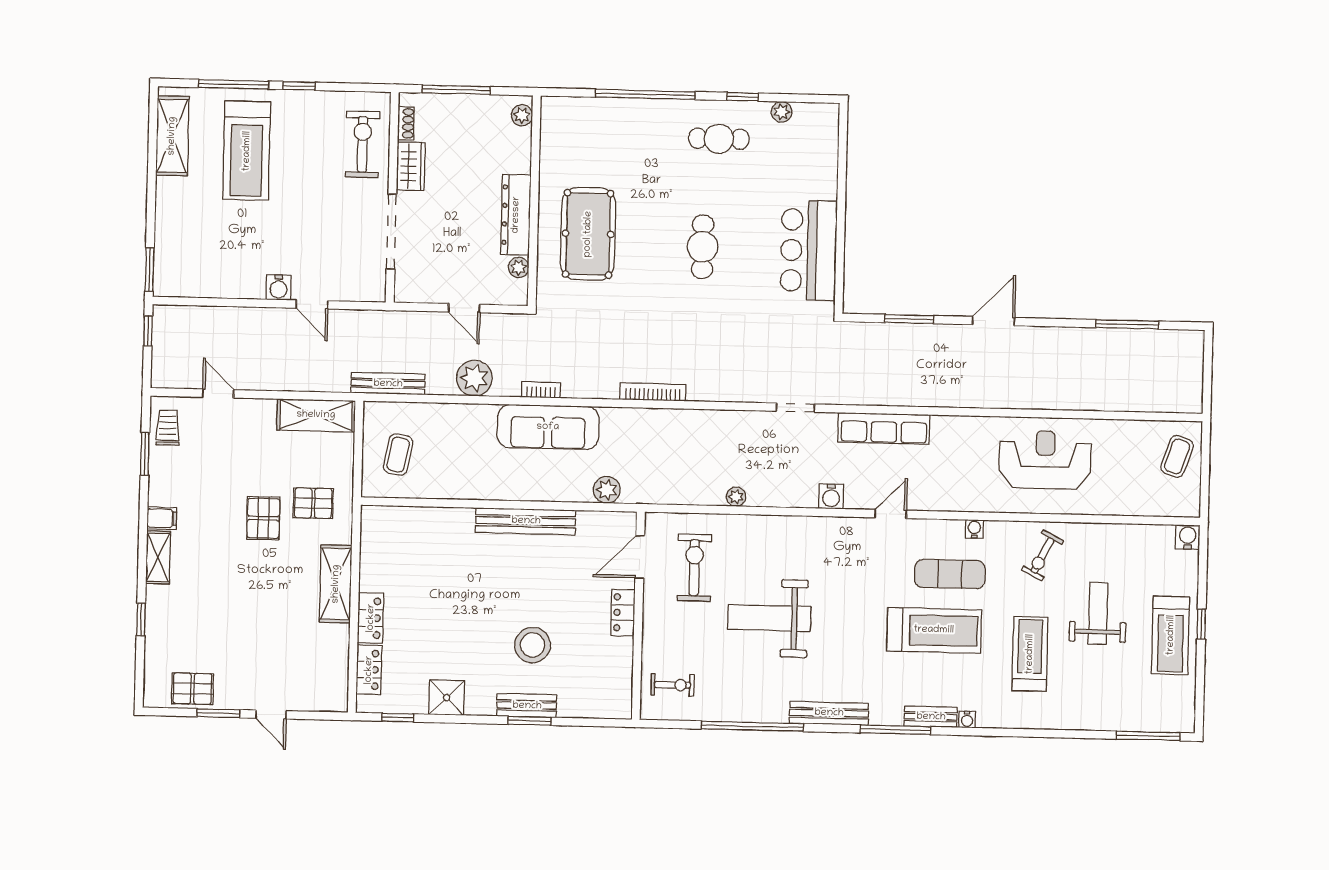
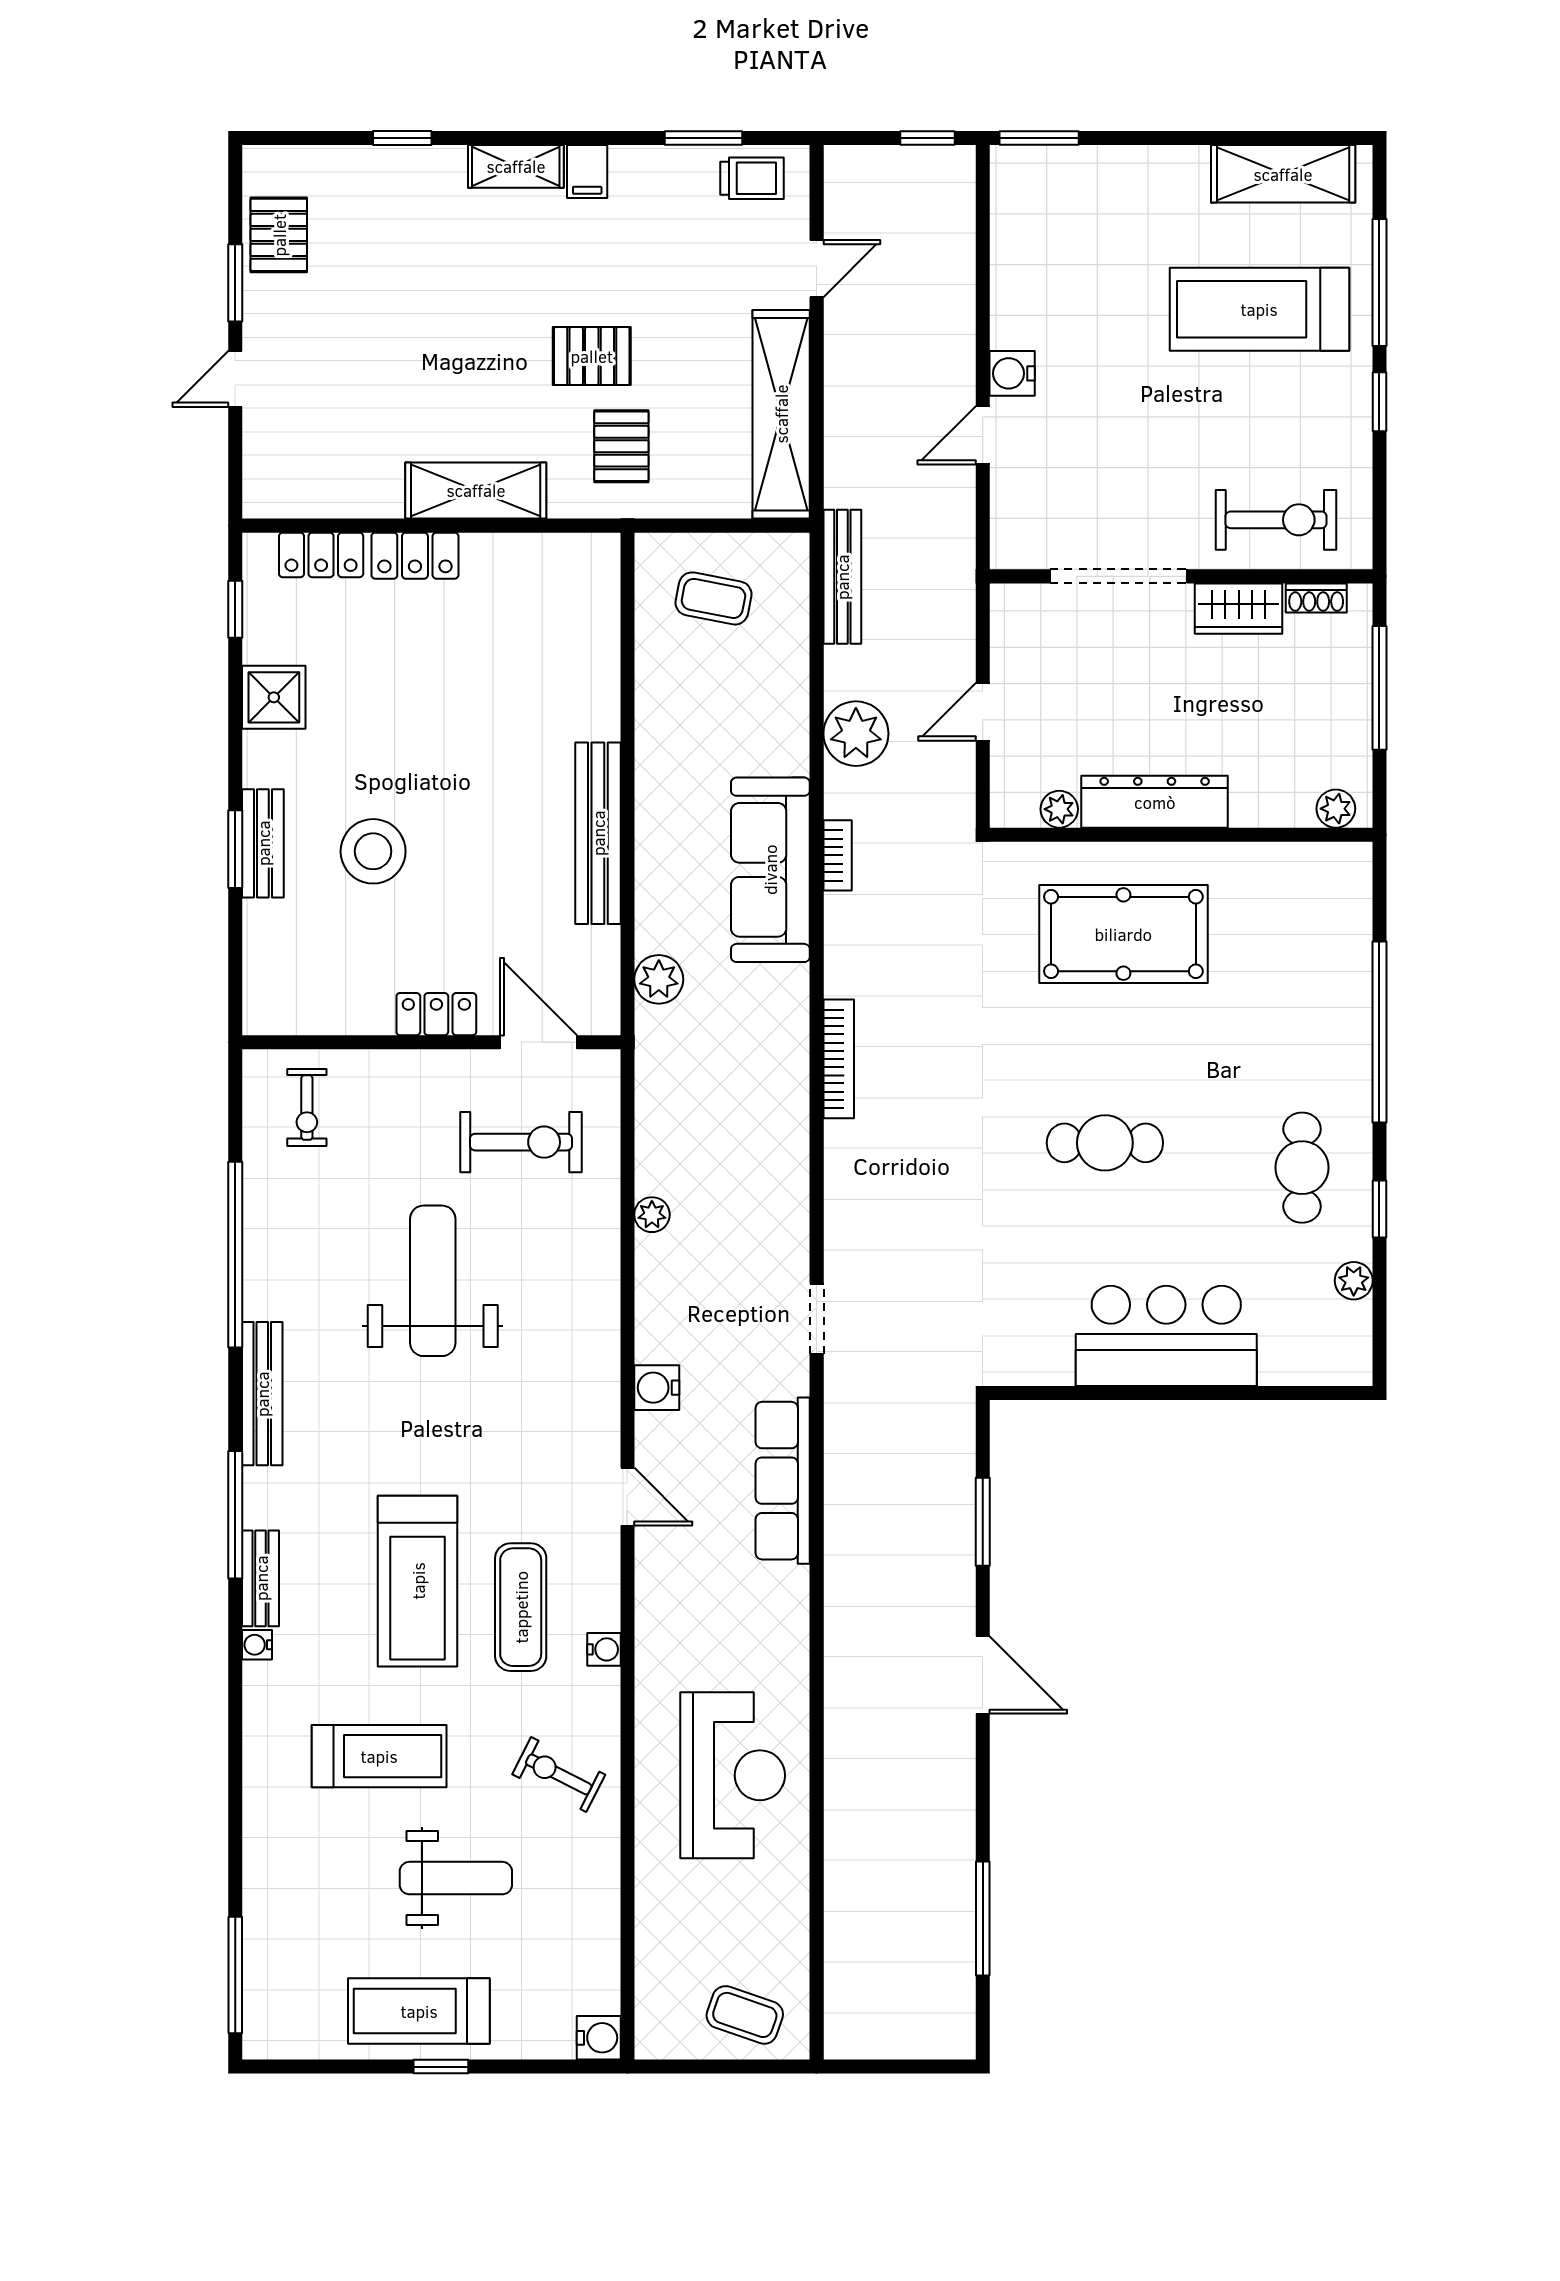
bar counter: (809, 250) -> (1166, 1336), moved
shelving: (316, 415) -> (781, 414), width x1.47

